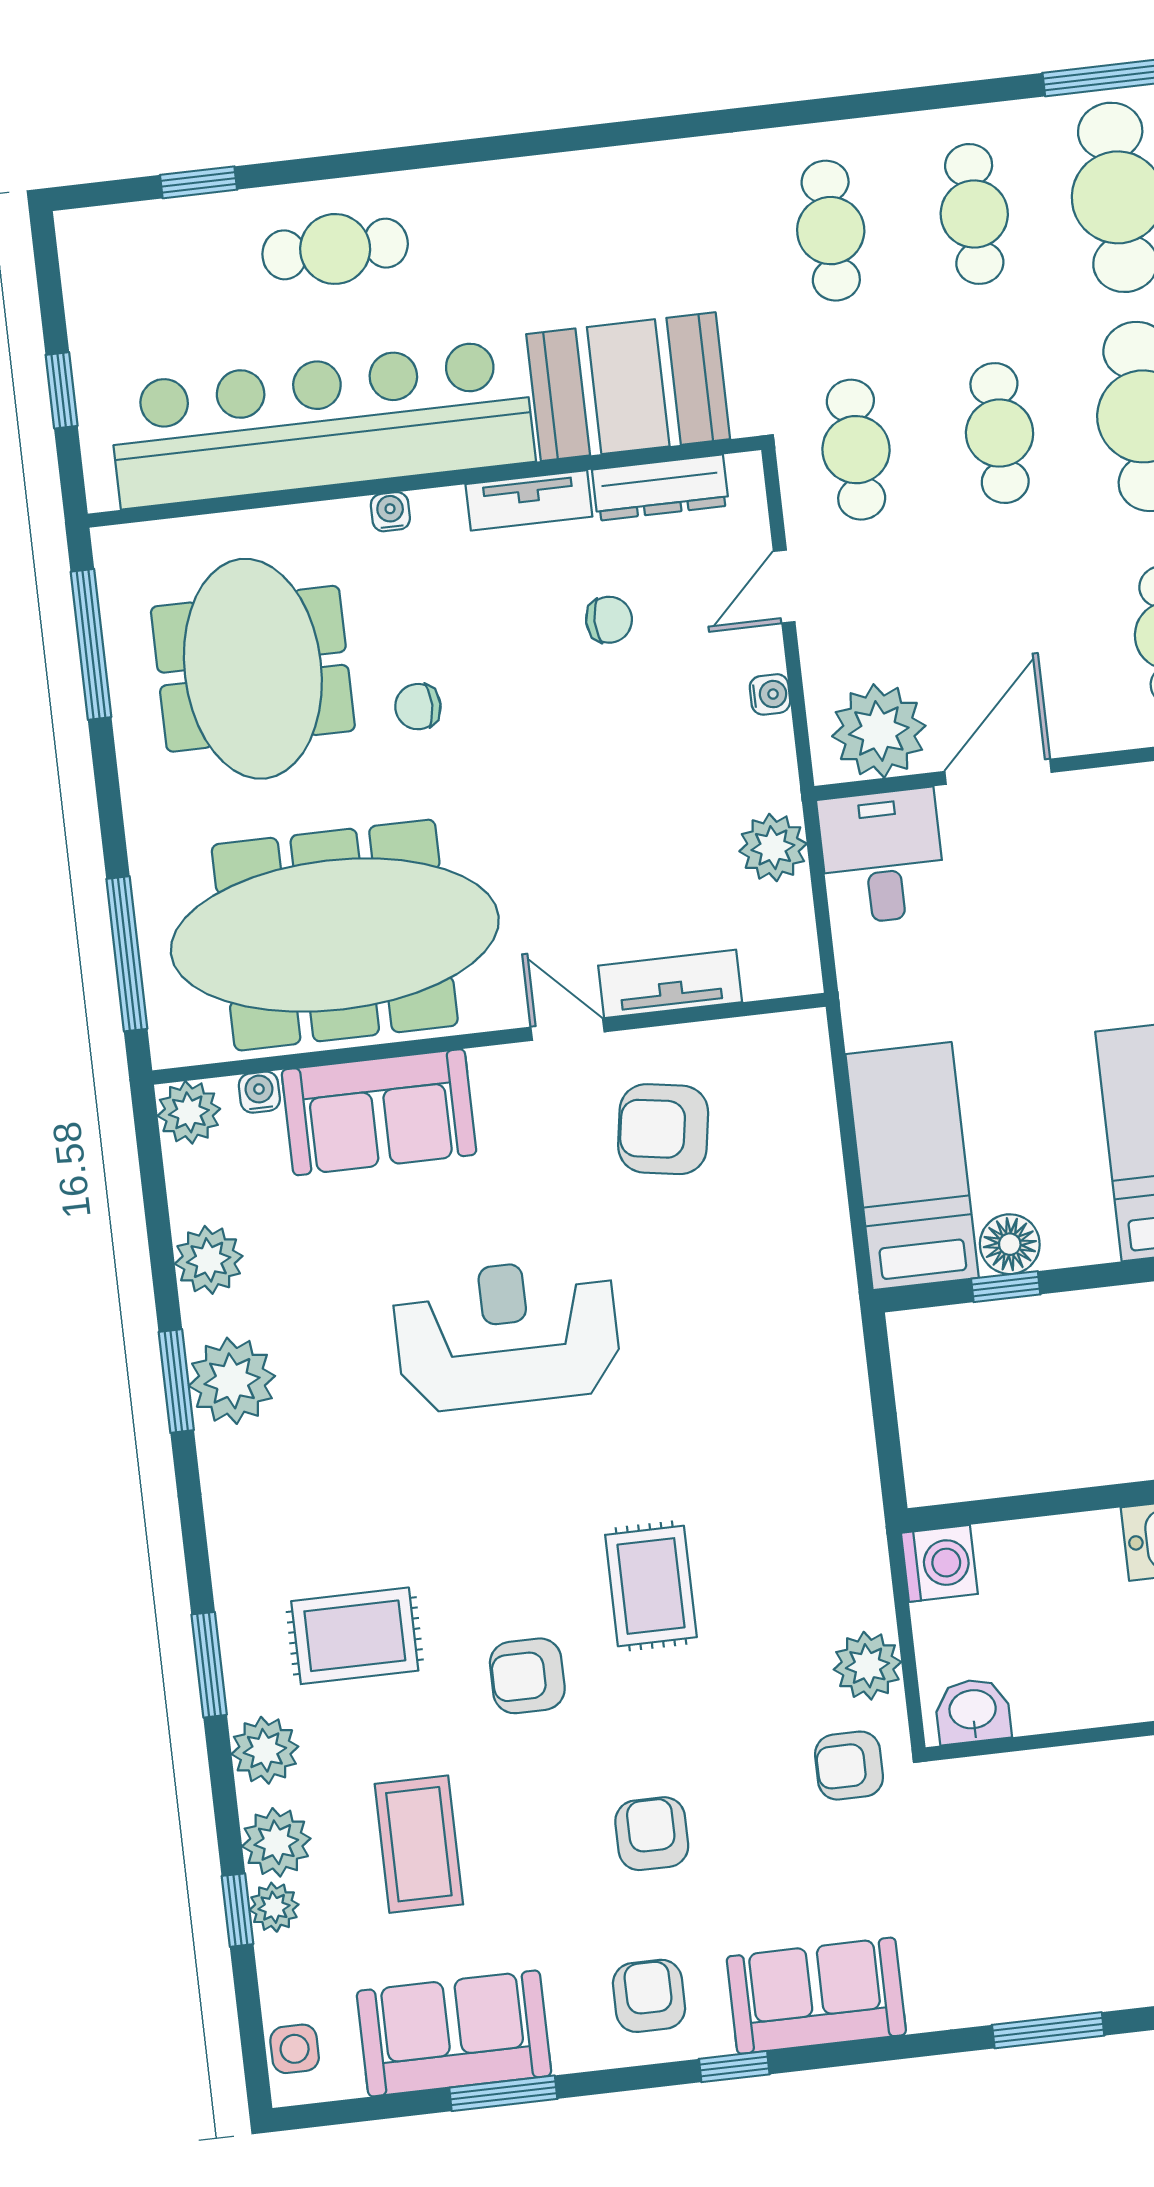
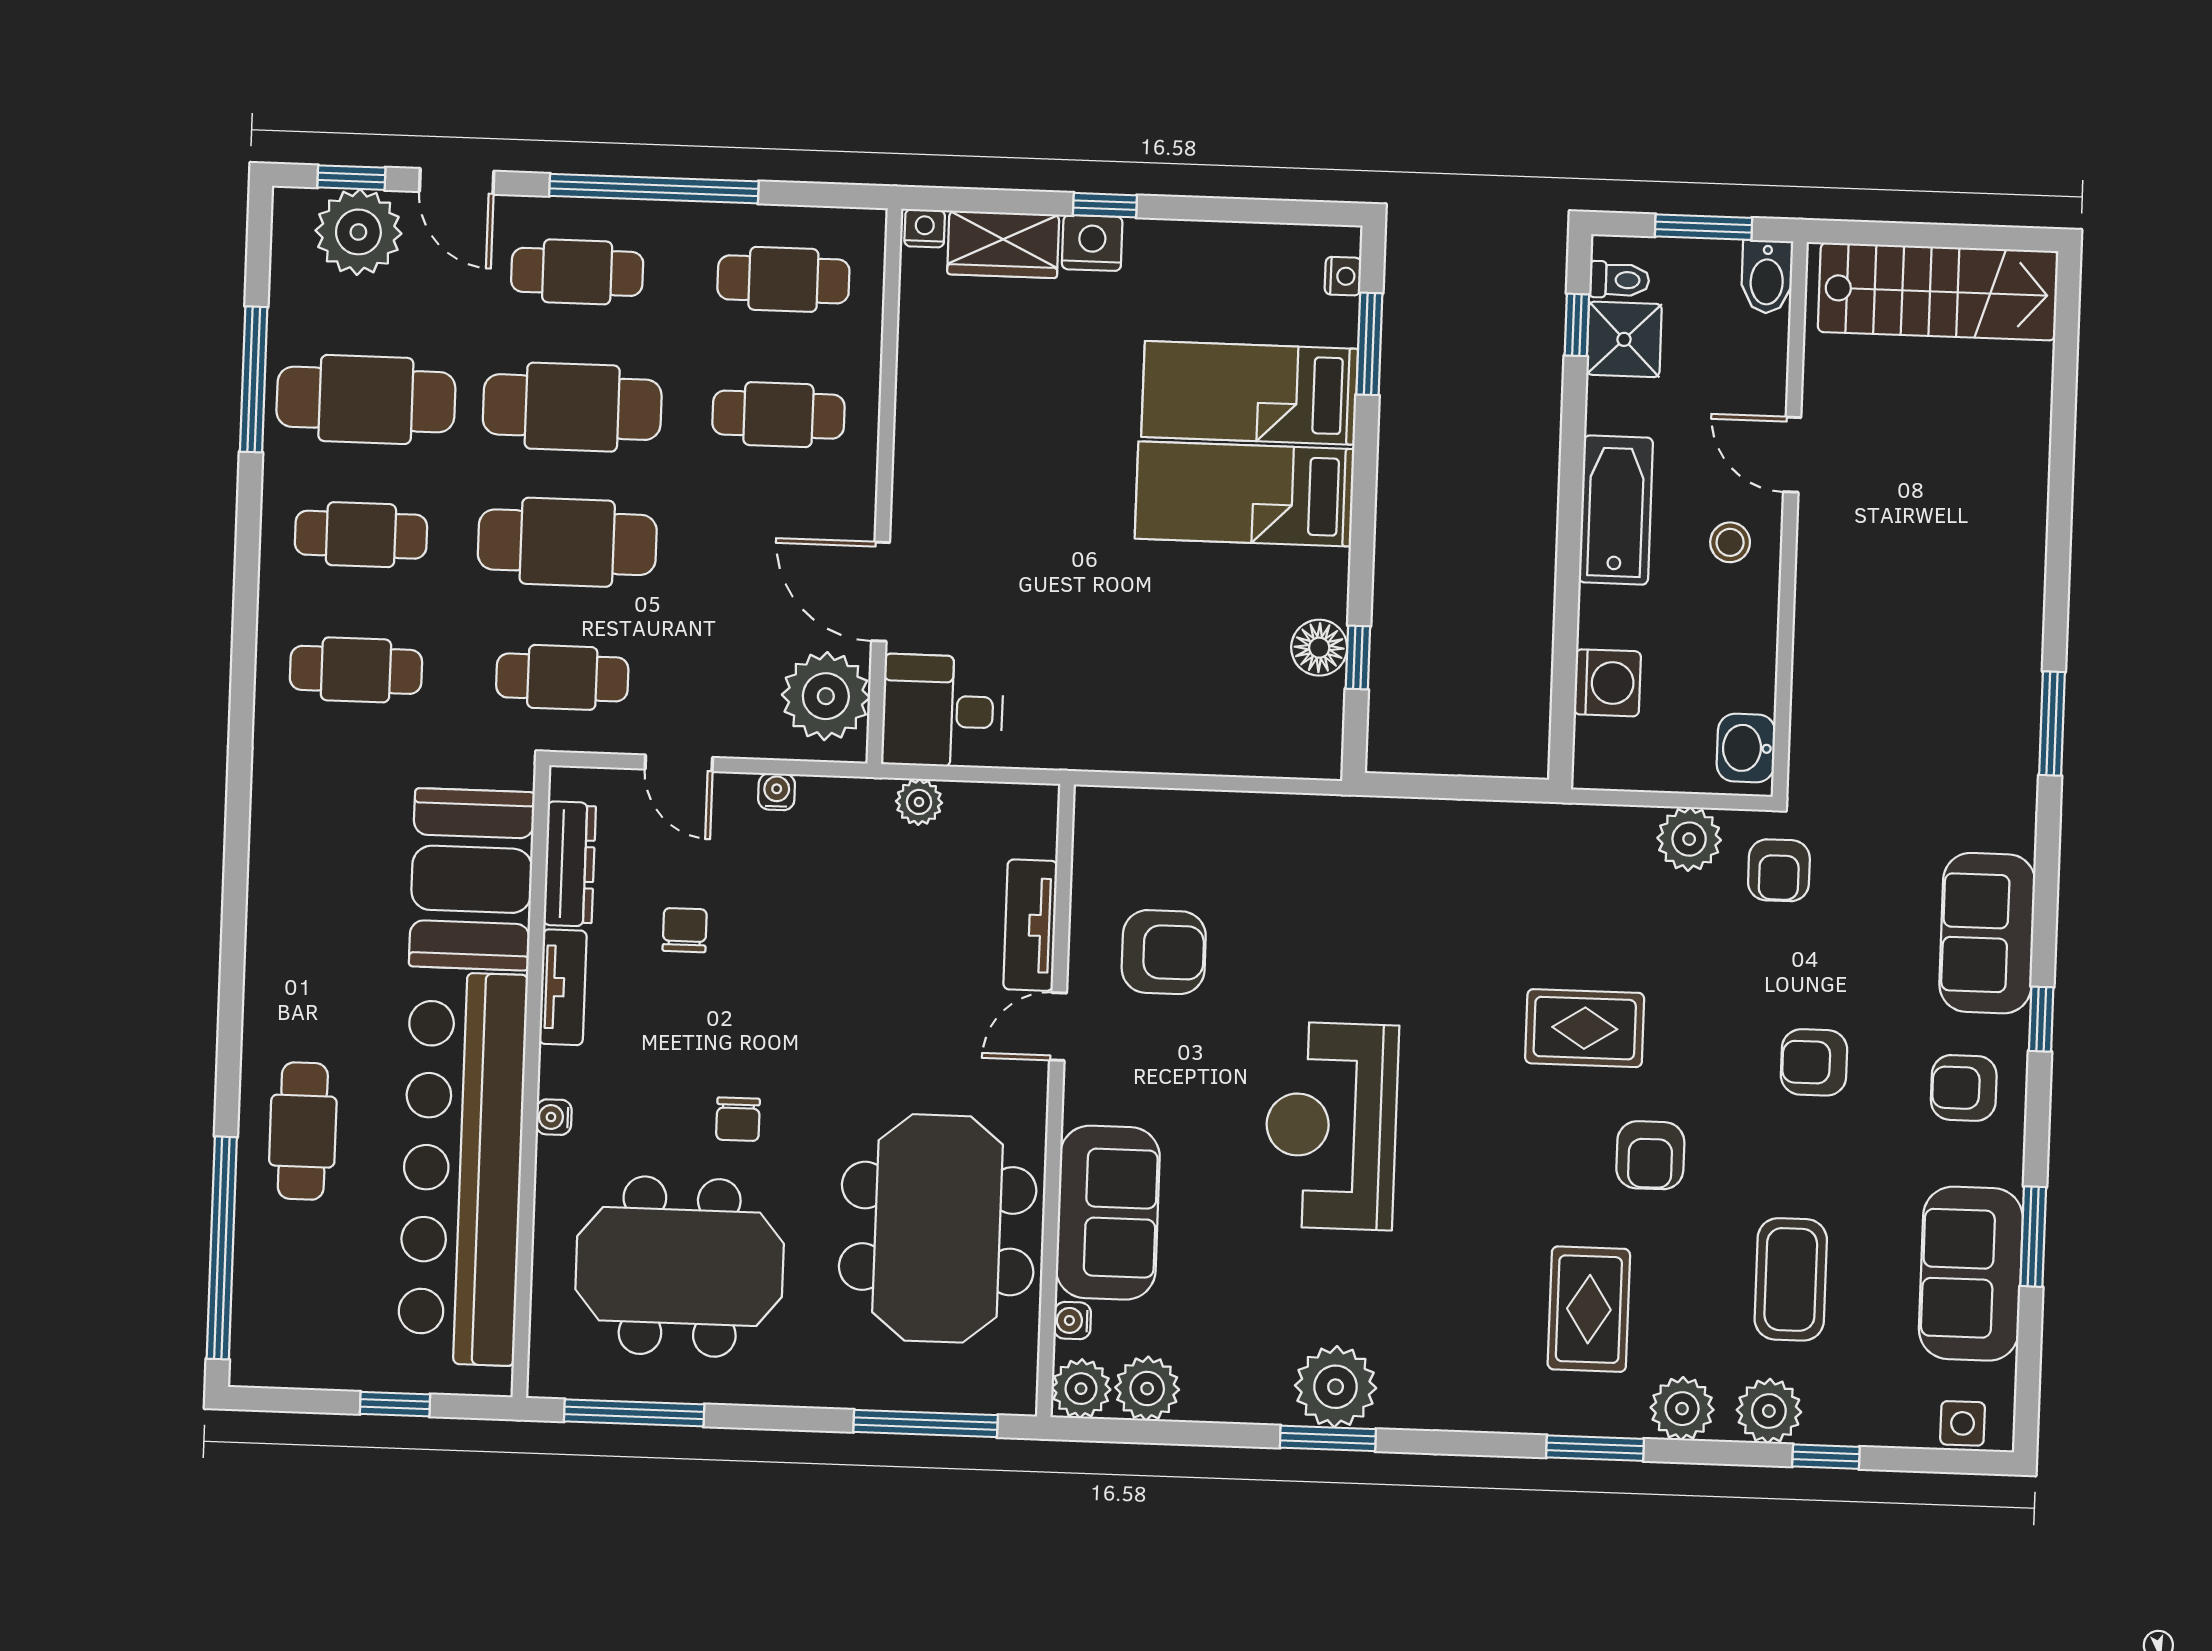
window: (199, 182) -> (222, 1248), width x3.17
cafe table: (1000, 433) -> (567, 542), width x1.37, depth x1.35
plant: (773, 848) -> (919, 802), width x0.73, depth x0.73
meeting table: (335, 935) -> (938, 1228), width x0.73
armchair: (663, 1129) -> (1164, 952), turned -99
bed: (912, 1166) -> (1233, 727), removed
plant: (209, 1260) -> (1147, 1389), moved
washing machine: (939, 1563) -> (1607, 683), moved, turned 90
coffee table: (419, 1844) -> (1791, 1279), turned 90
plant: (274, 1907) -> (1829, 1422), removed

